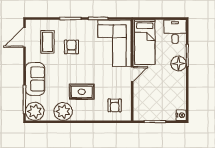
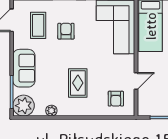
door: (132, 74) -> (136, 81), moved
rug: (82, 92) -> (78, 83), turned 90
plant: (63, 111) -> (51, 111), width x0.53, depth x0.53

